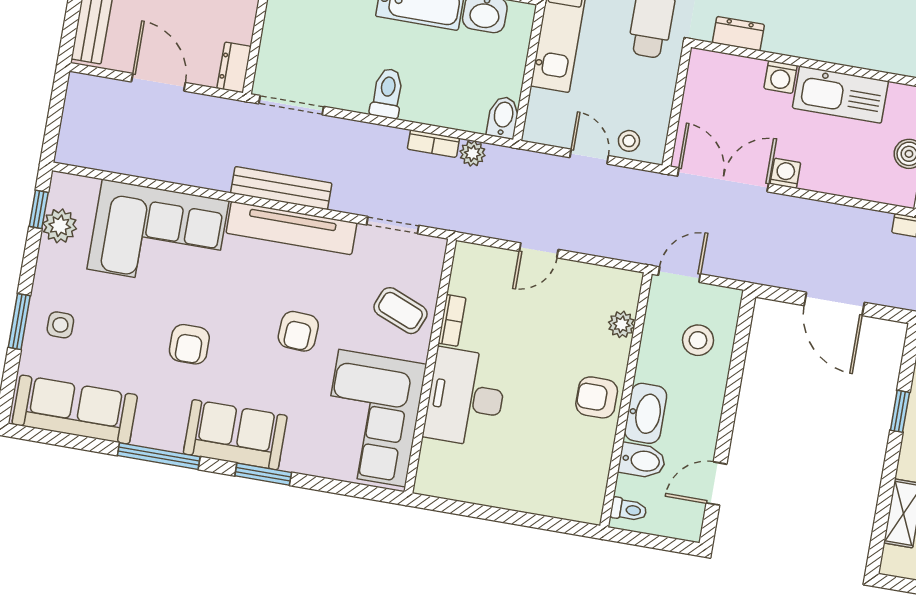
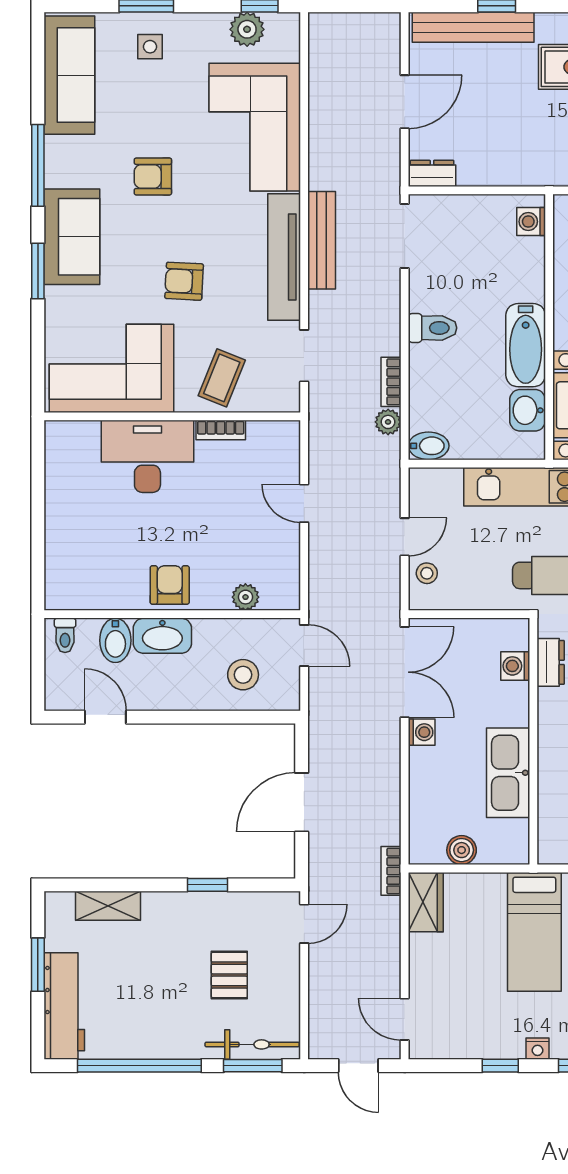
washing machine: (781, 77) -> (515, 666), moved

